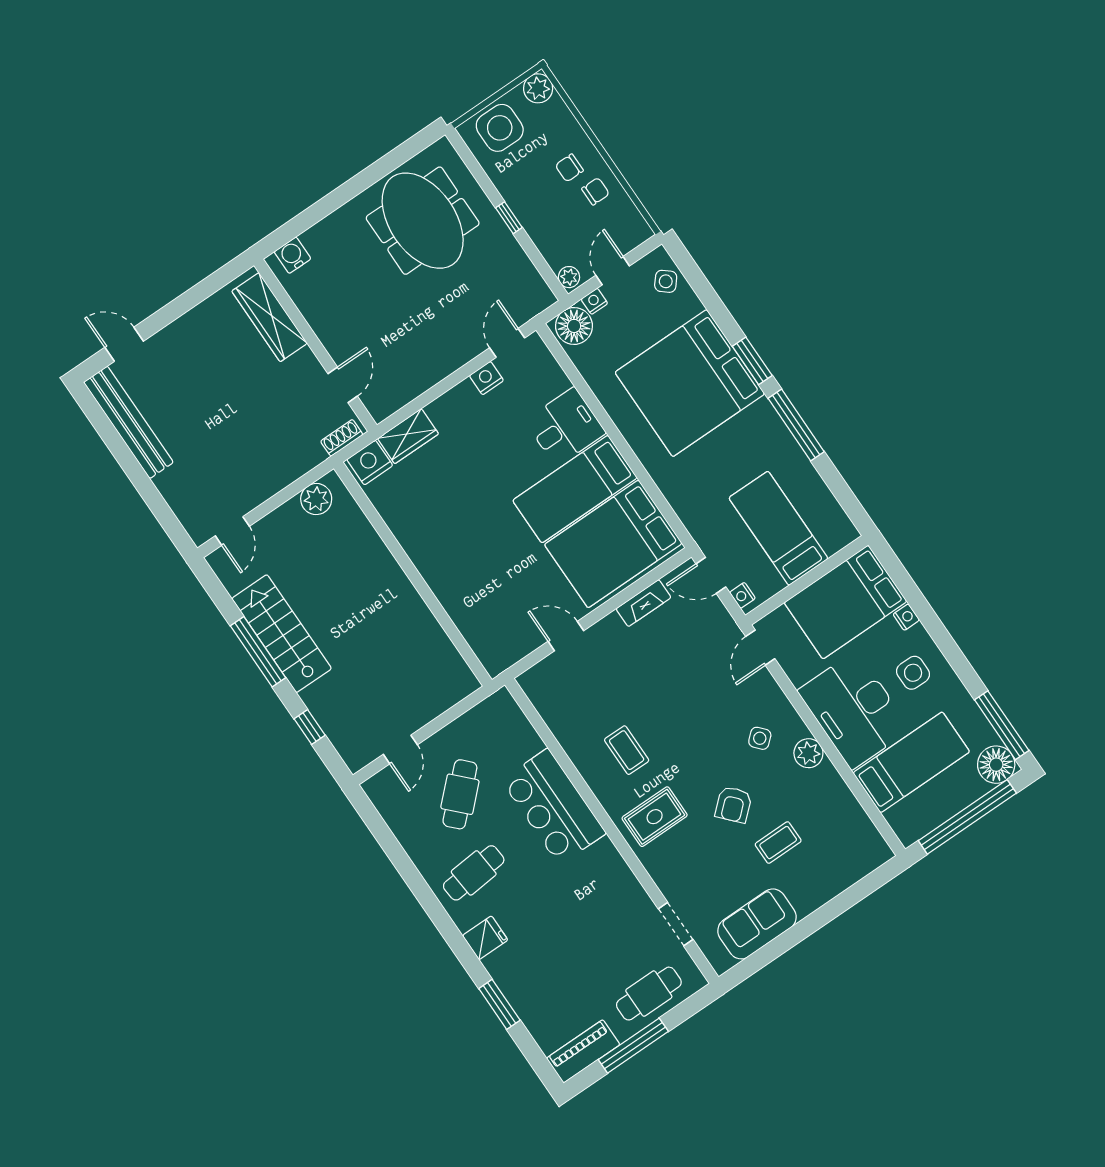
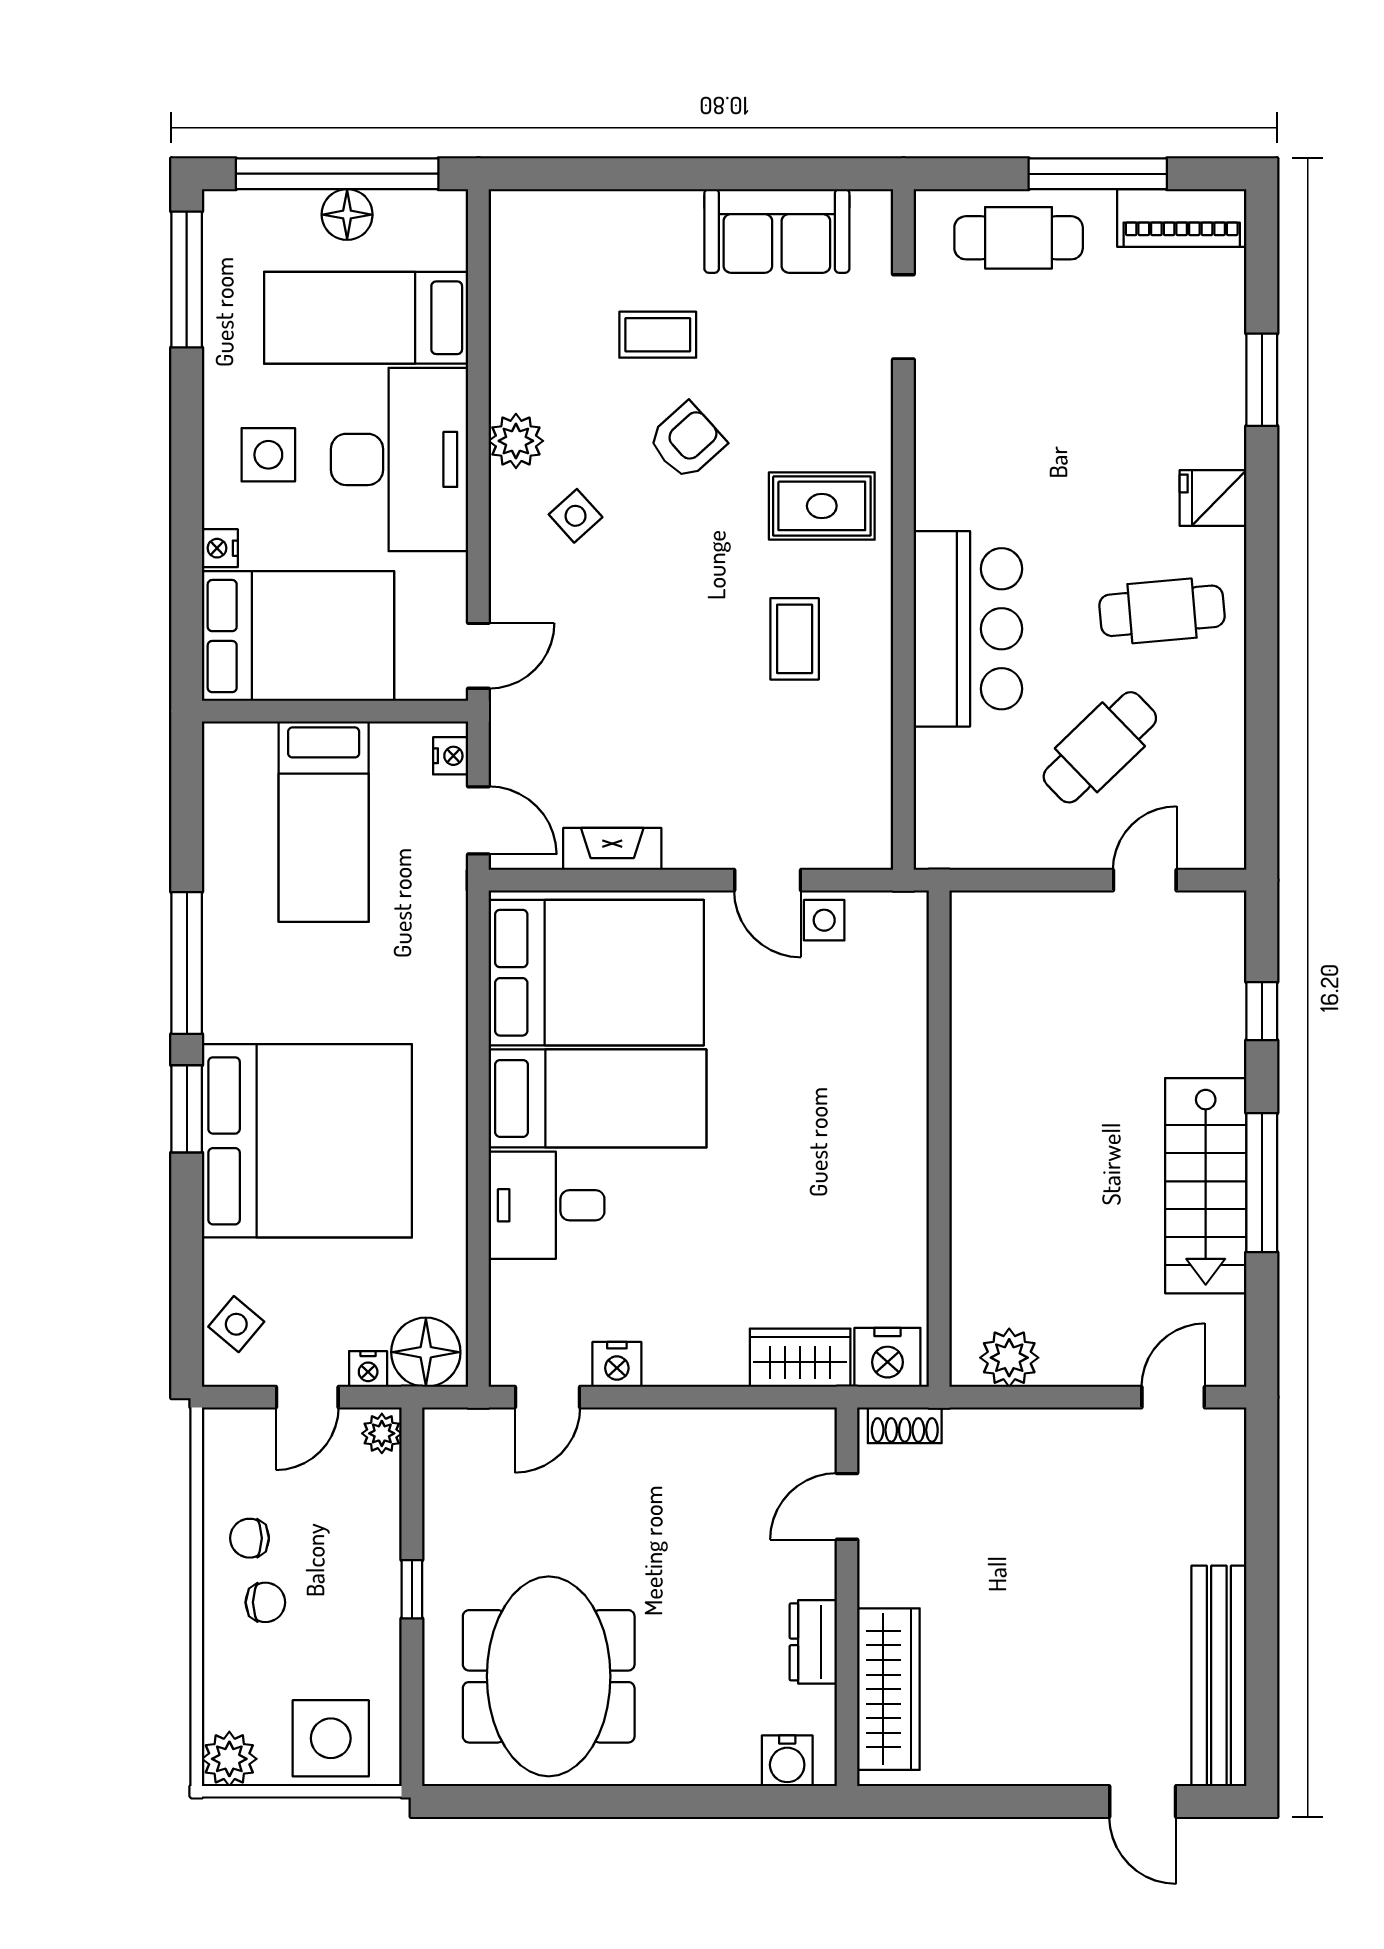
dresser: (317, 315) -> (813, 1642), added
side table: (529, 635) -> (824, 920), added
floor lamp: (996, 765) -> (347, 215), moved, width x0.73, depth x0.73

